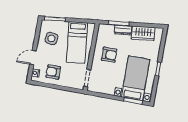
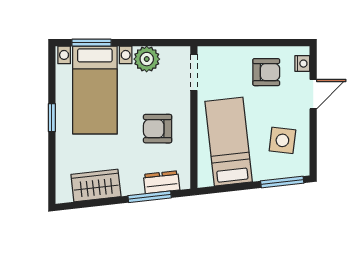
dresser: (123, 30) -> (162, 182), moved
plant: (108, 88) -> (147, 59), added

